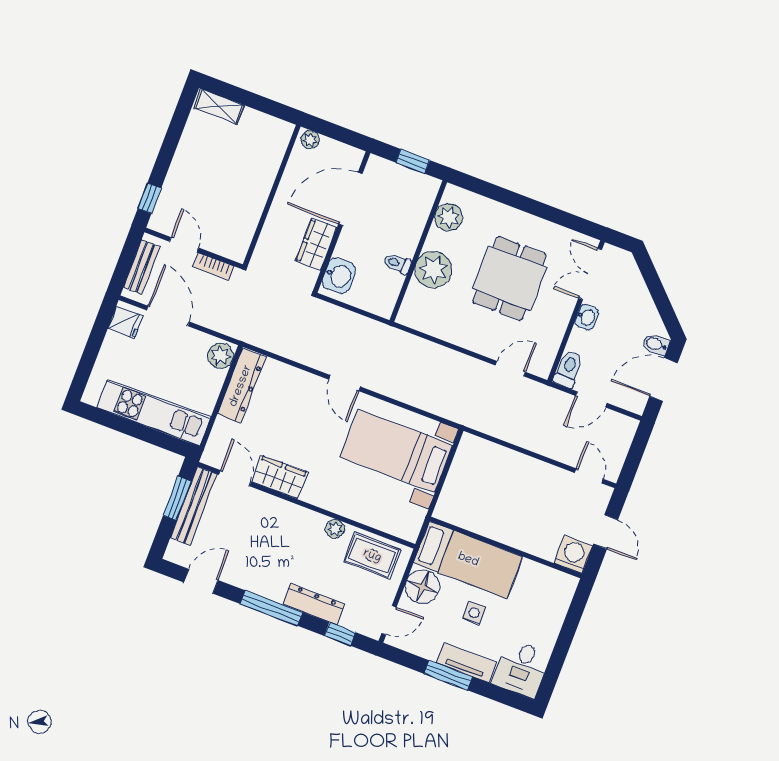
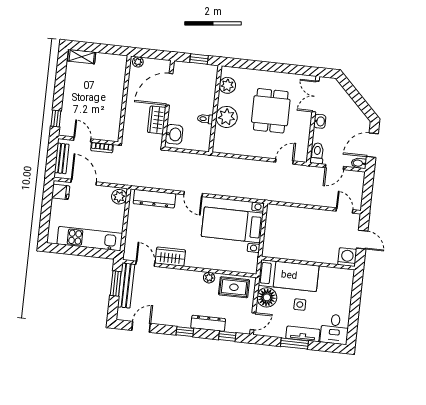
bidet: (656, 344) -> (359, 163), moved
dresser: (241, 386) -> (154, 199), moved, turned 90
window: (271, 608) -> (185, 332), width x0.46

